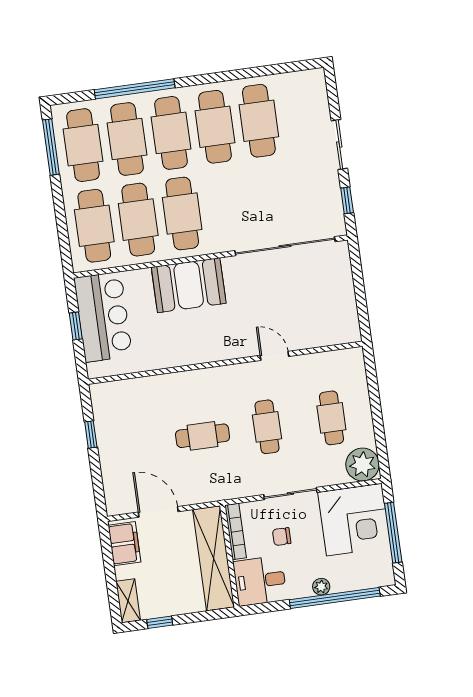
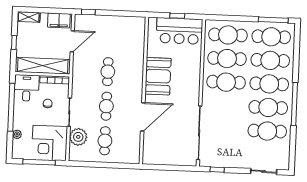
window: (135, 89) -> (294, 104), moved
sliding door: (339, 144) -> (264, 172), moved
booth: (189, 285) -> (158, 76), moved
door: (274, 356) -> (143, 117), width x1.87
cafe table: (331, 418) -> (105, 141), turned 90
cafe table: (267, 427) -> (106, 106), turned 90
window: (91, 434) -> (88, 12), moved
plant: (363, 465) -> (78, 137), moved
plant: (321, 587) -> (17, 134), moved
window: (335, 598) -> (11, 107), moved
window: (160, 622) -> (14, 43), moved

